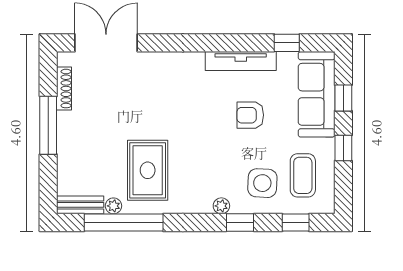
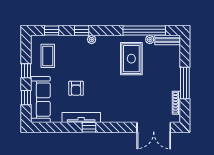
window: (287, 43) -> (89, 127), moved
armchair: (250, 115) -> (76, 88), turned 90
side table: (262, 183) -> (70, 52), removed

